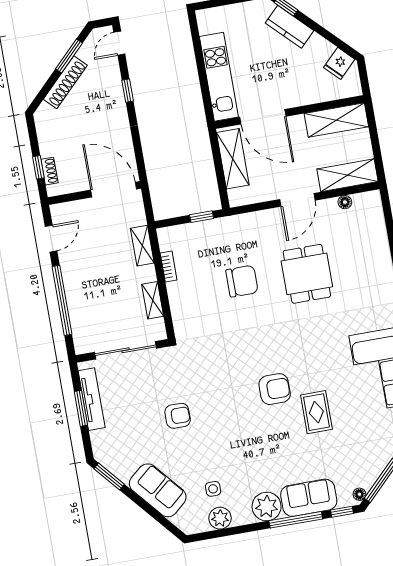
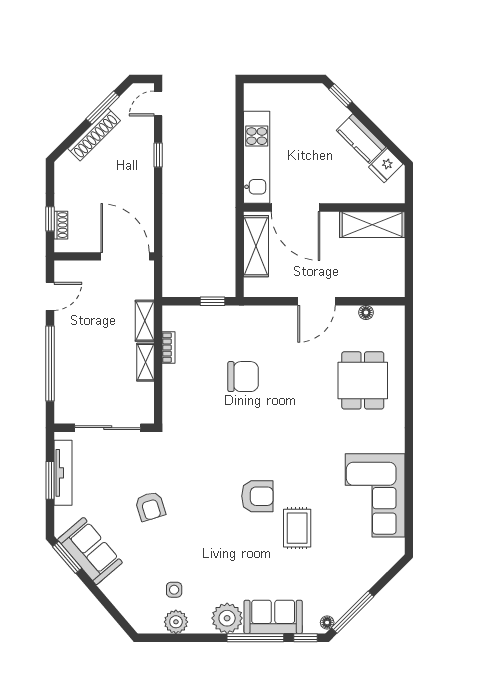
kitchen counter: (290, 27) -> (361, 139), moved
shelving: (347, 175) -> (374, 285), removed
dining table: (307, 274) -> (363, 380), moved
shelving: (153, 300) -> (145, 362), moved
armchair: (178, 416) -> (150, 506), turned 73
sofa: (158, 490) -> (90, 551), moved

